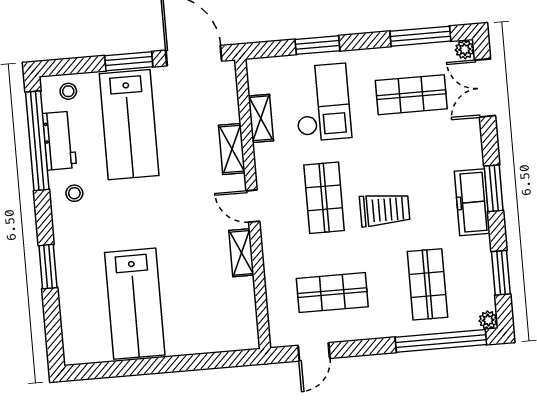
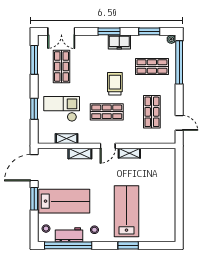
plant: (465, 49) -> (42, 39), removed
freezer: (472, 202) -> (119, 42), width x0.71
lab bench: (135, 304) -> (126, 211), moved, turned -90

